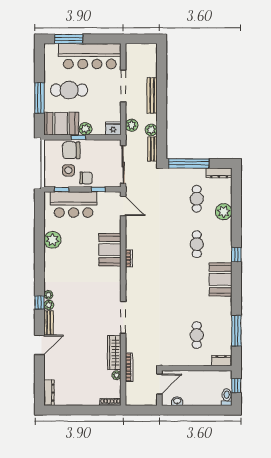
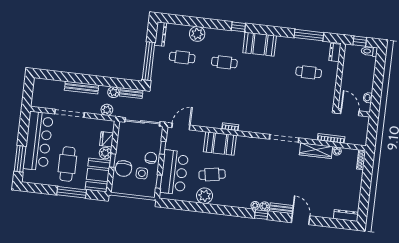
fridge: (113, 129) -> (107, 139), moved
cafe table: (76, 245) -> (212, 175), added

